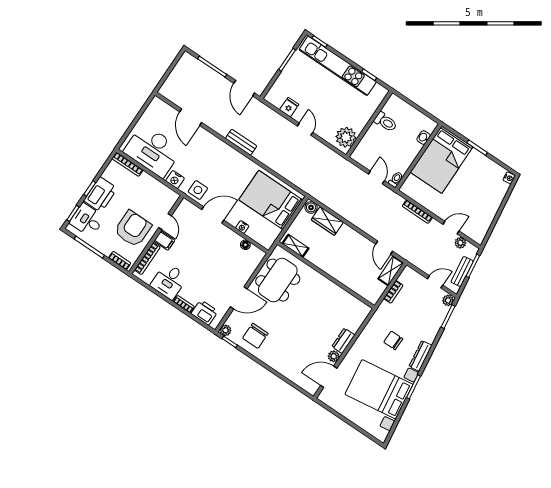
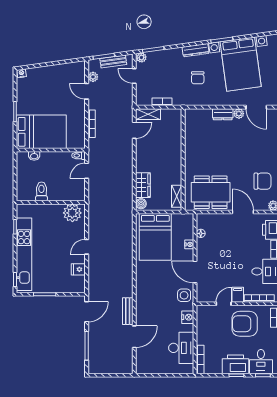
bench: (241, 142) -> (128, 311), moved
desk: (153, 150) -> (181, 348), width x0.73, depth x0.77

